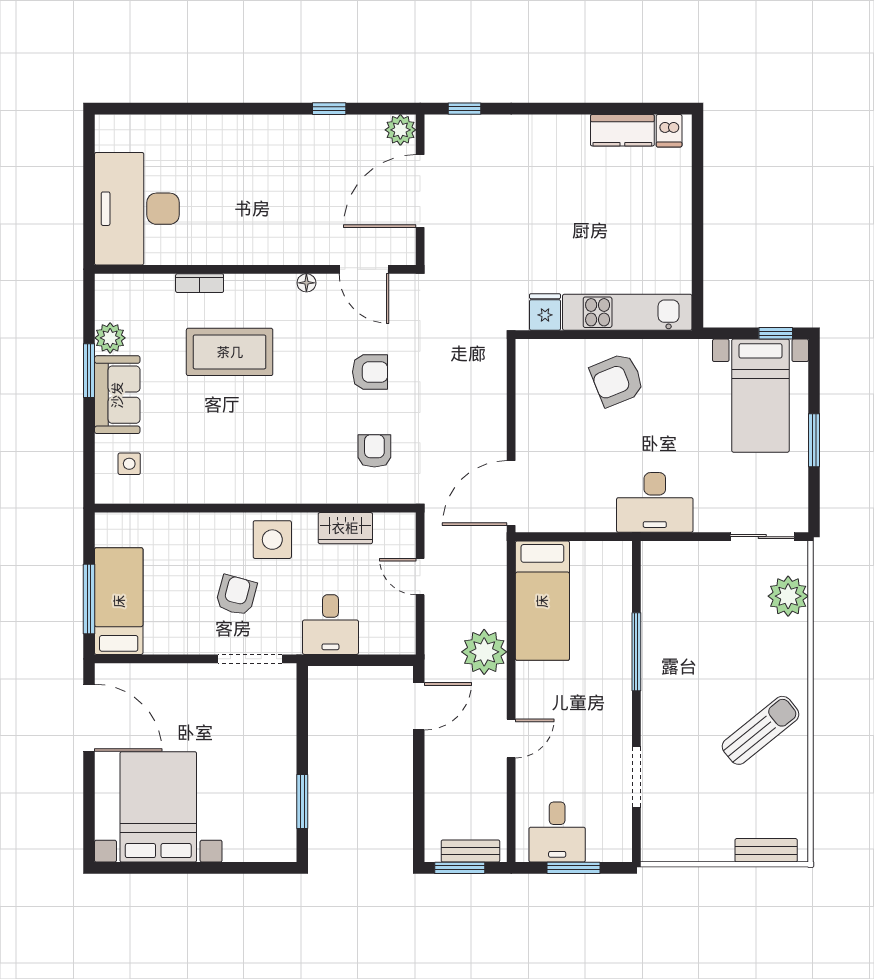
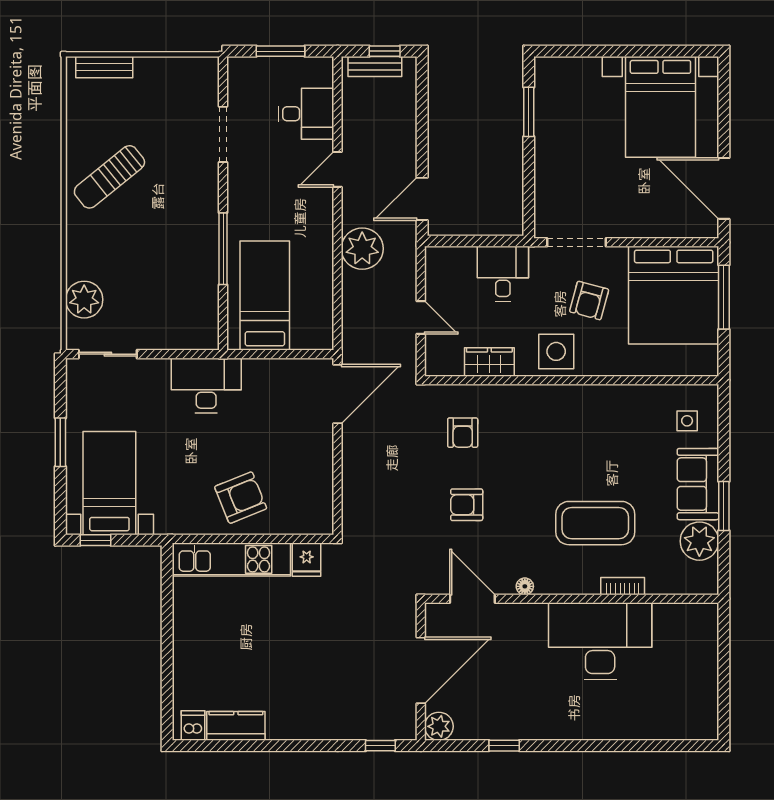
desk: (137, 209) -> (600, 641), moved, turned -90
plant: (110, 338) -> (699, 541), width x1.36, depth x1.36
bed: (119, 601) -> (674, 295), width x2.04
bed: (542, 601) -> (265, 296), moved
desk: (557, 832) -> (306, 114), moved, turned 90
window: (460, 868) -> (385, 51), width x0.67

